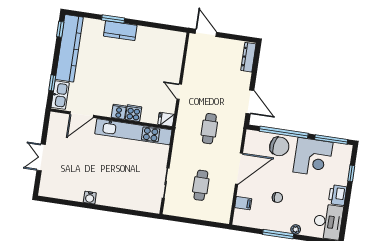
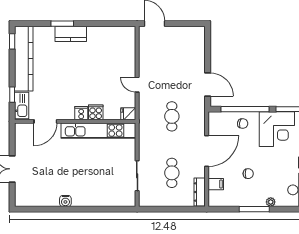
dresser: (248, 57) -> (200, 192), moved
chair: (279, 146) -> (243, 124), width x0.54, depth x0.54

